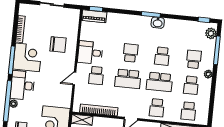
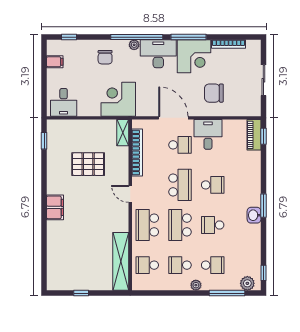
chair: (58, 45) -> (214, 93), turned 90
school desk: (96, 76) -> (180, 145), turned 180
door: (74, 79) -> (173, 118), width x1.88
school desk: (128, 79) -> (180, 185), turned 180
school desk: (157, 108) -> (147, 225), width x1.85

